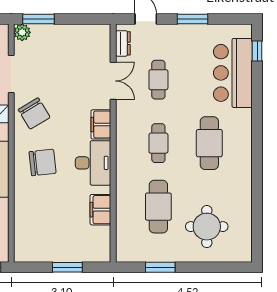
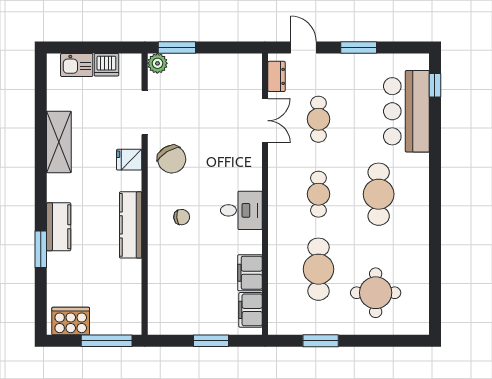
filing cabinet: (101, 124) -> (251, 310), moved
chair: (43, 162) -> (182, 217), width x0.54, depth x0.54
desk: (93, 163) -> (241, 210), width x0.73

